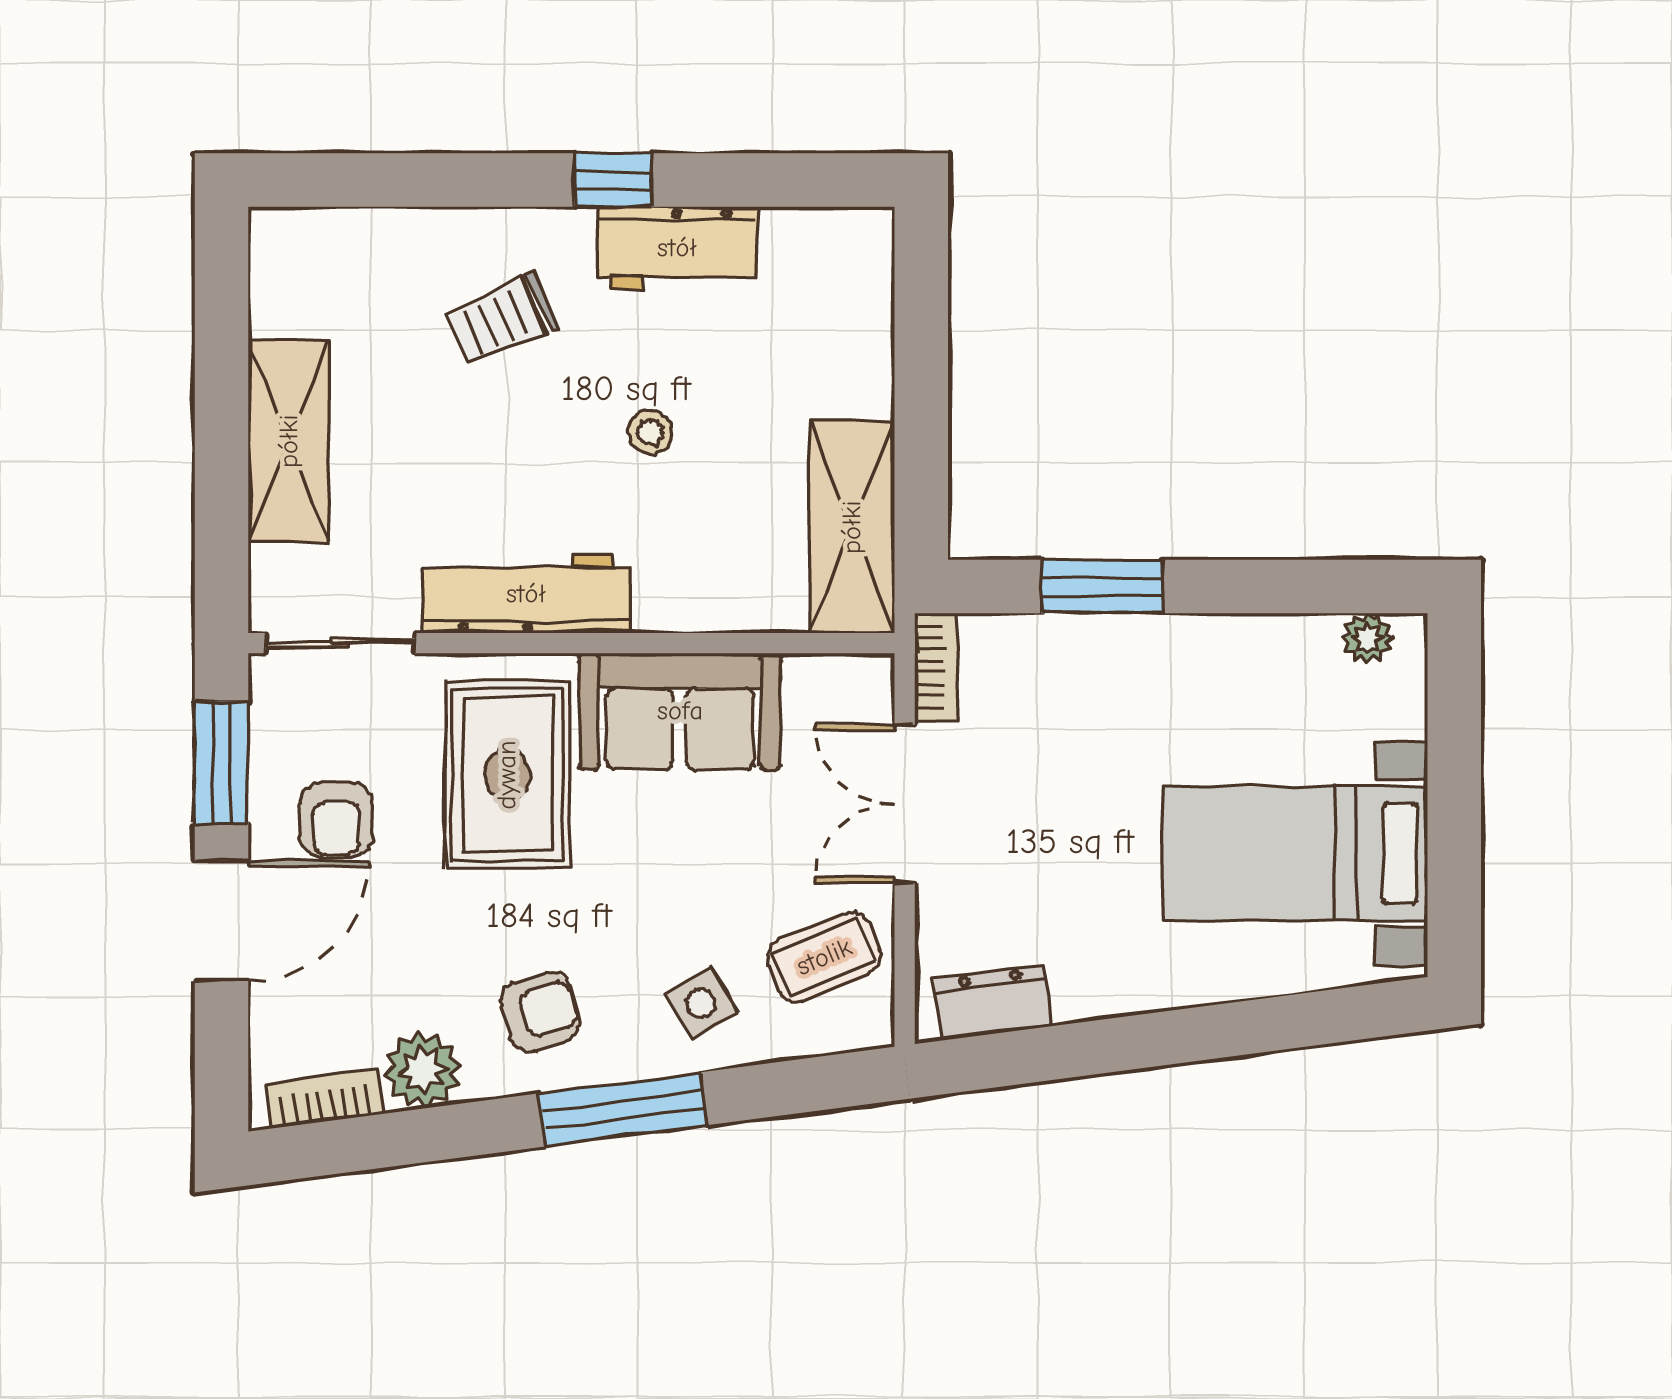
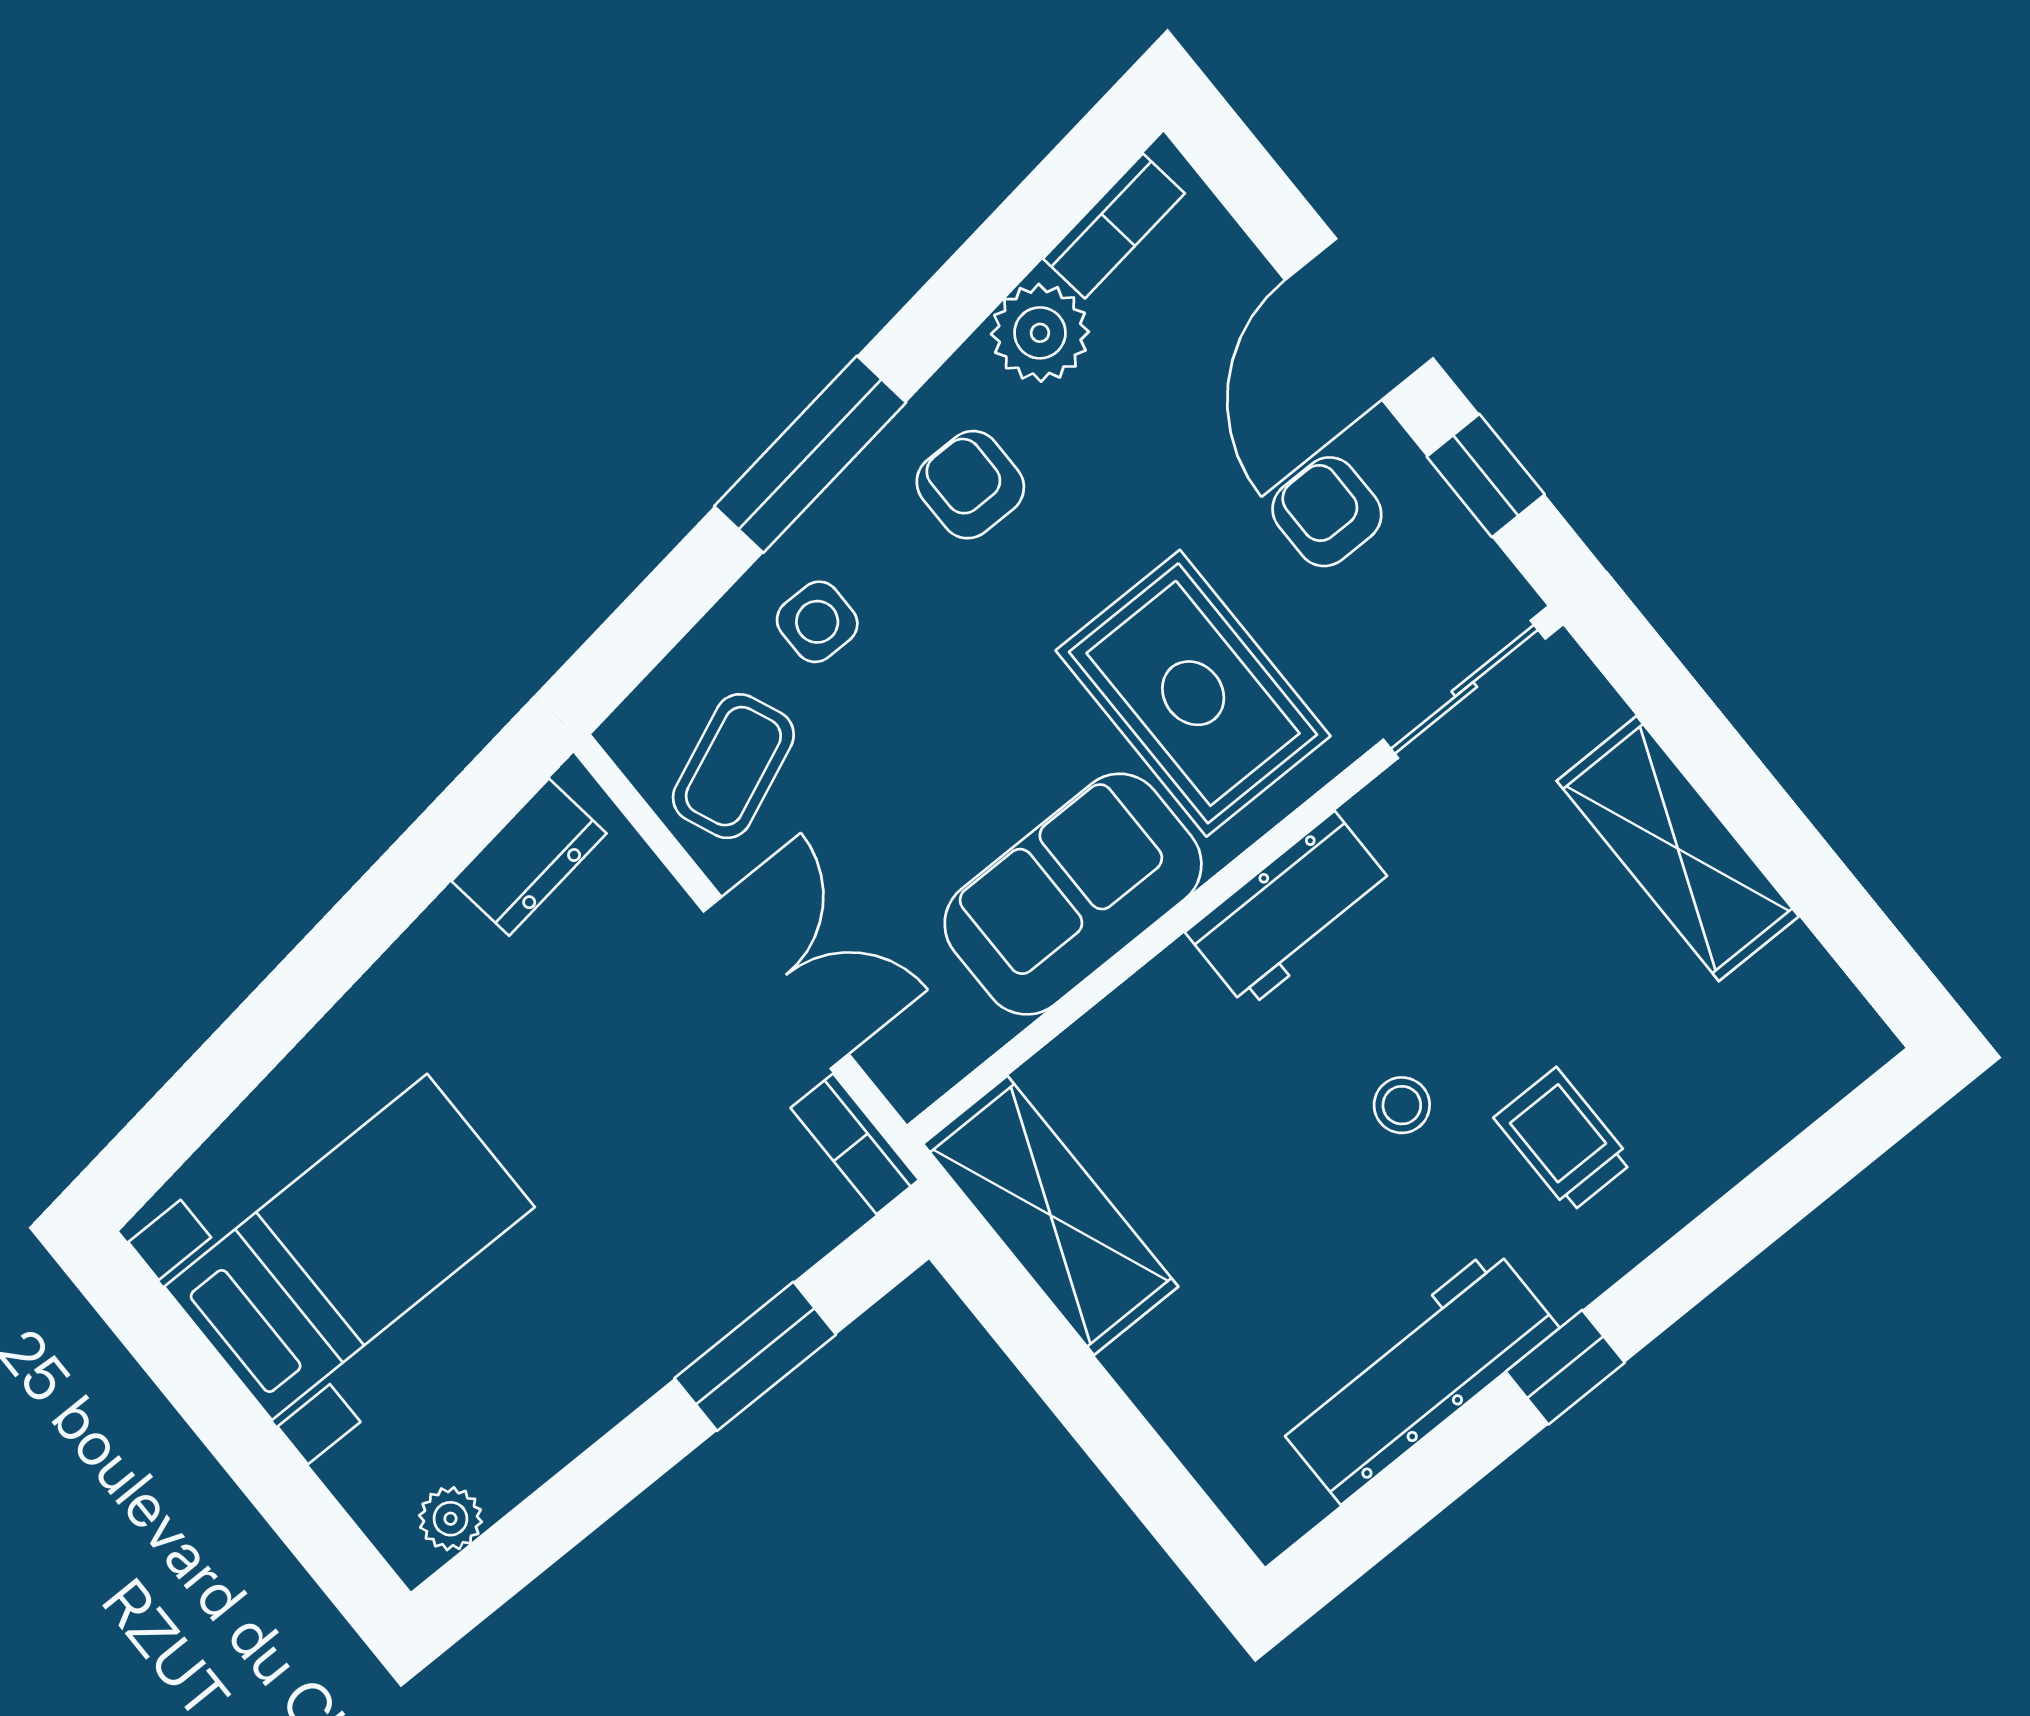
workbench: (677, 248) -> (1417, 1375), width x1.38
trolley: (502, 319) -> (1563, 1140), turned -66
stool: (650, 432) -> (1402, 1105), moved
workbench: (526, 594) -> (1291, 910), width x0.73
window: (221, 763) -> (1486, 476), width x0.67
side table: (701, 1004) -> (817, 622), turned 31
armchair: (540, 1012) -> (970, 485), turned 107

